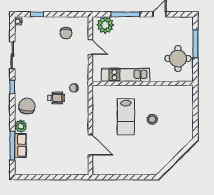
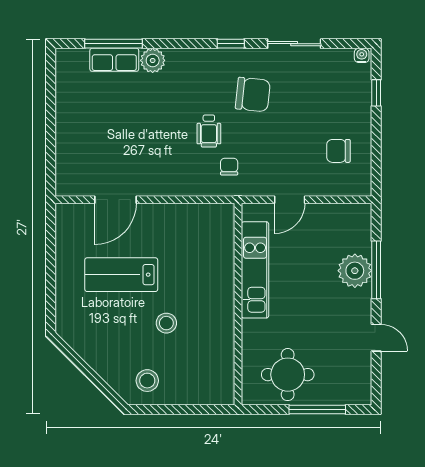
plant: (105, 25) -> (355, 271), moved
door: (90, 47) -> (290, 200), moved
chair: (27, 106) -> (253, 95), moved
lab bench: (126, 117) -> (121, 275), moved
stool: (181, 129) -> (147, 381), added

